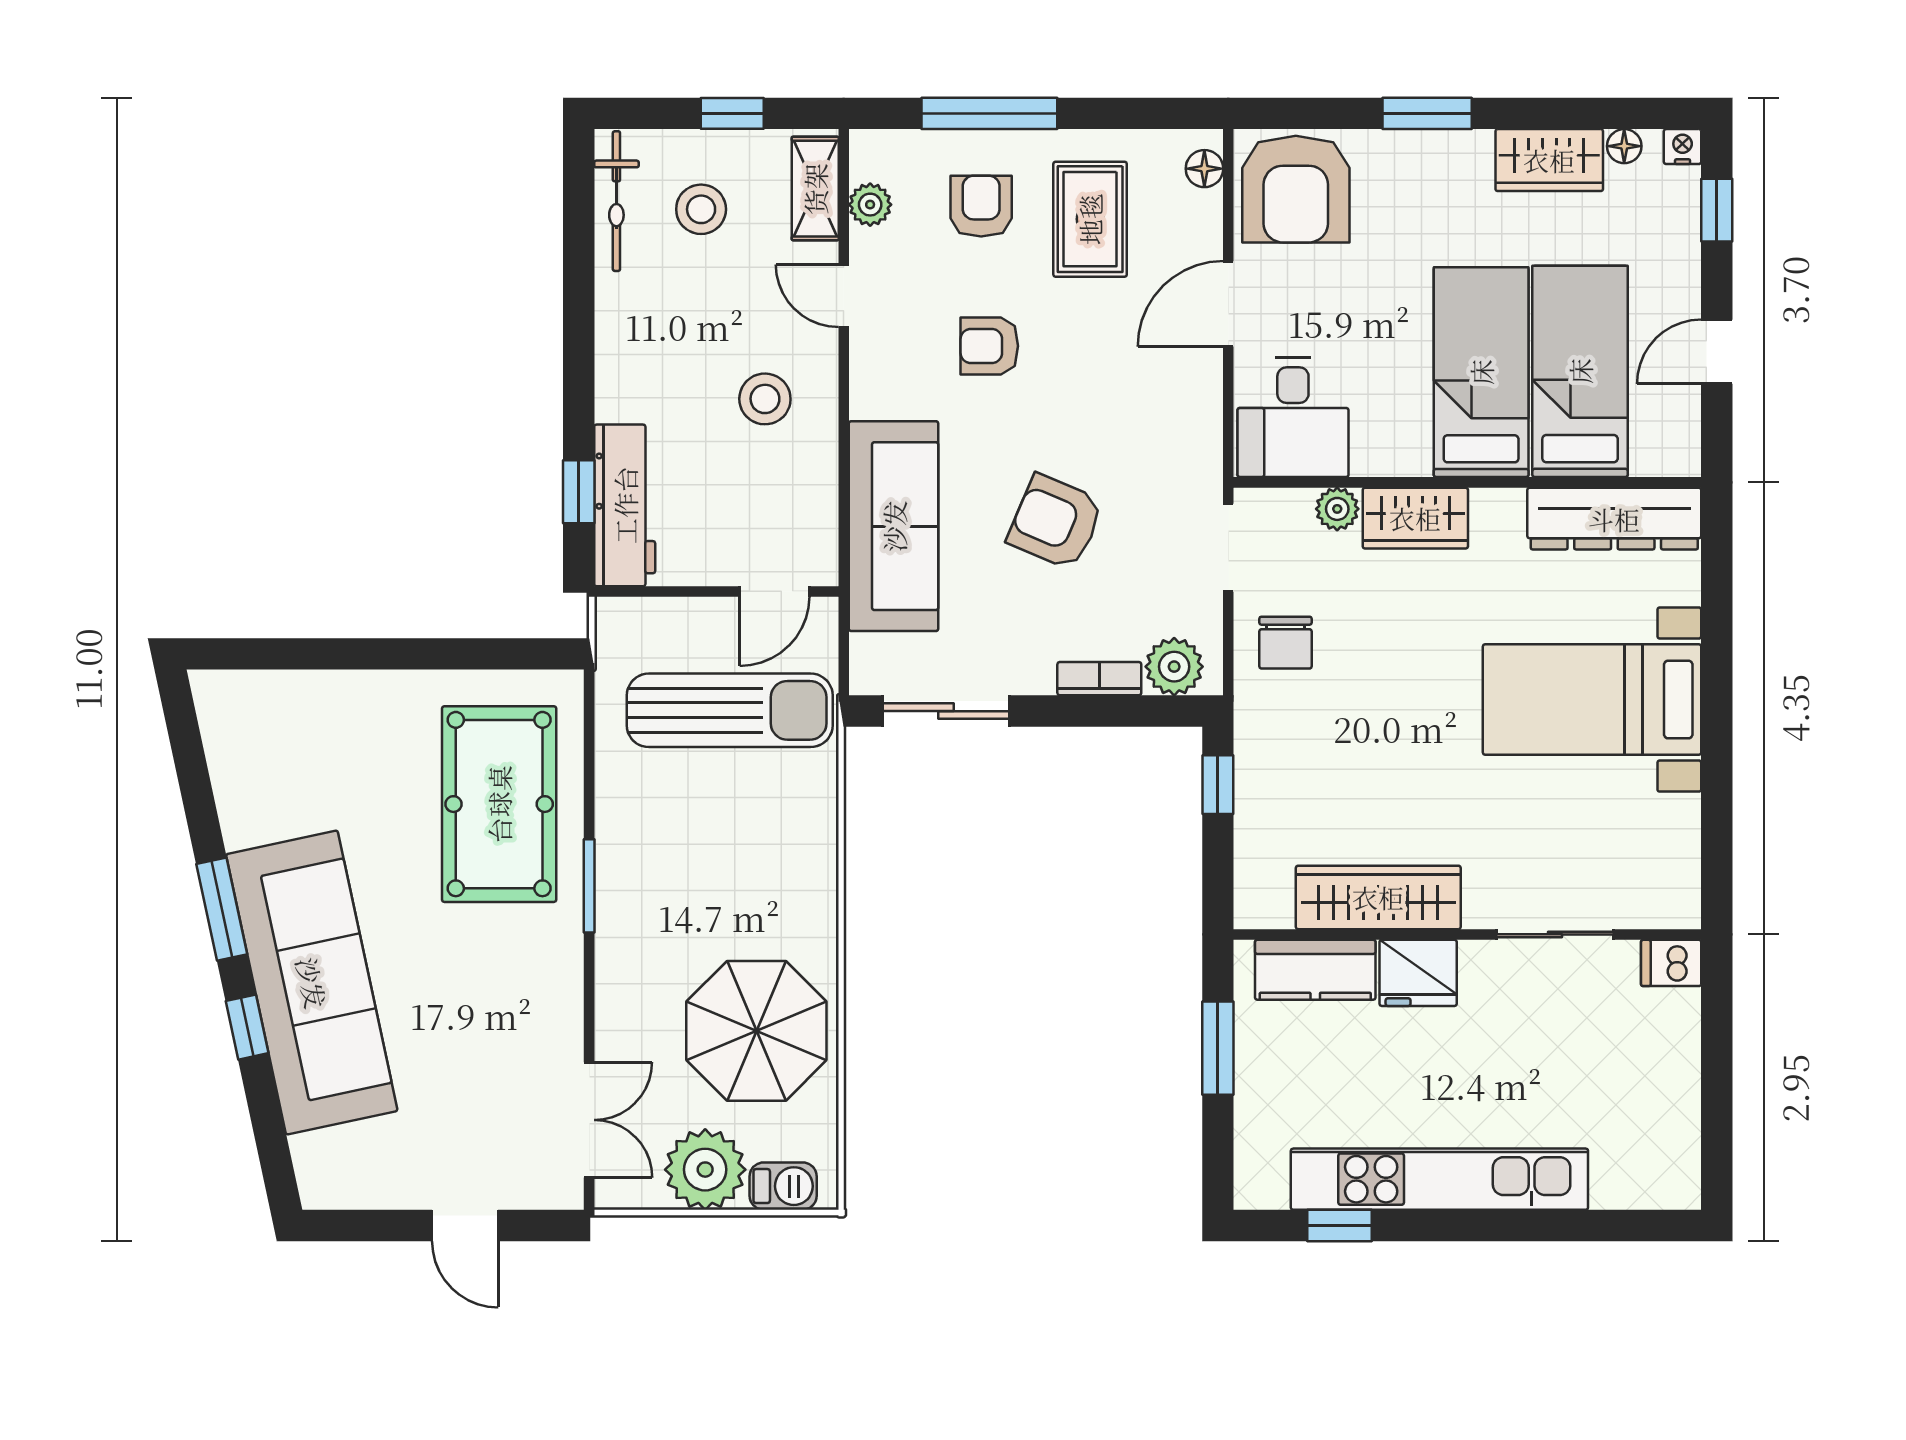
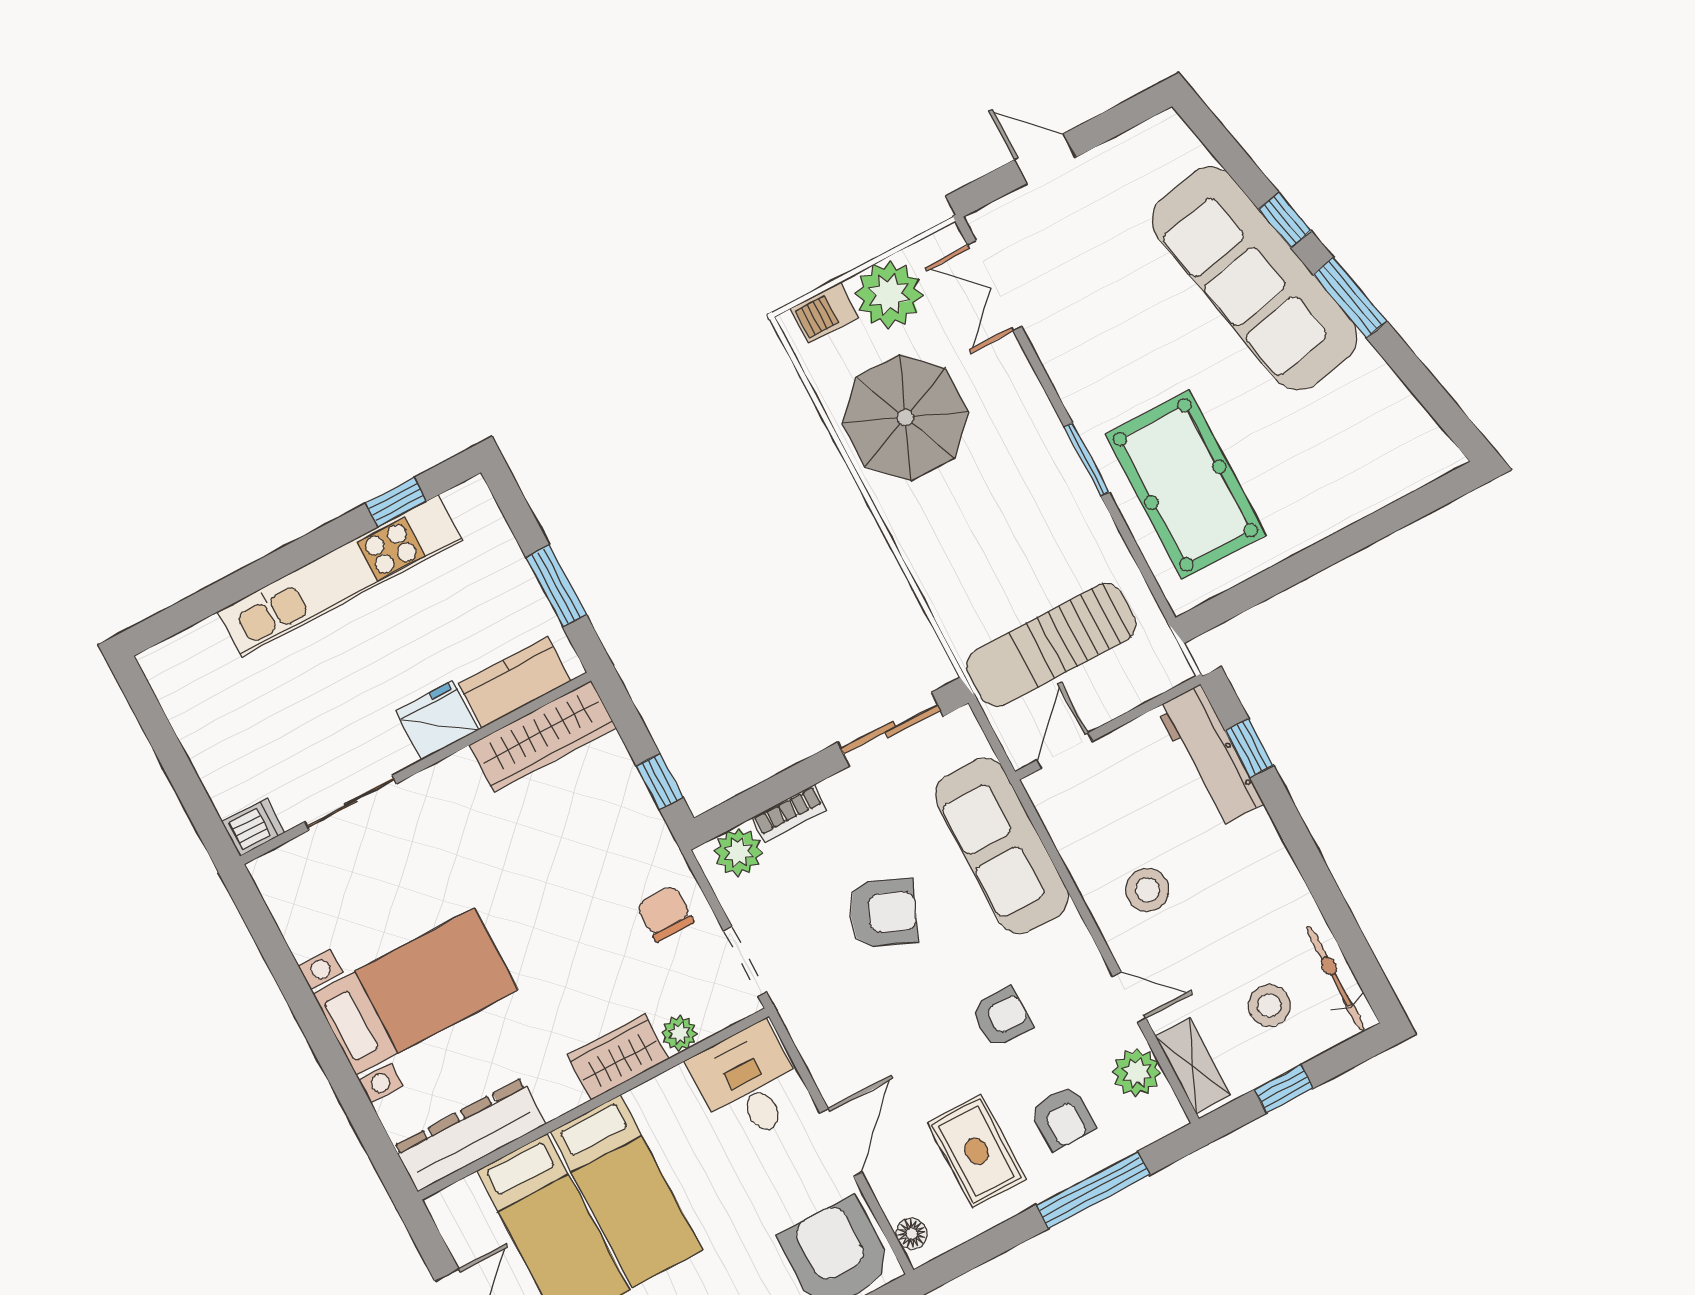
plant: (870, 205) -> (1137, 1073), width x1.38, depth x1.38
wardrobe: (1378, 897) -> (543, 736), moved

